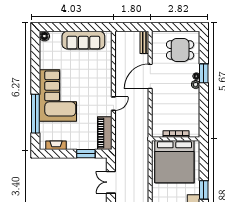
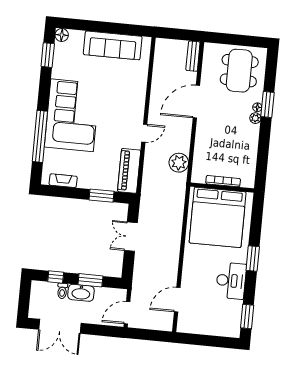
dining table: (180, 50) -> (239, 71), width x1.38
window: (35, 52) -> (48, 55), added
plant: (141, 123) -> (179, 163), added

